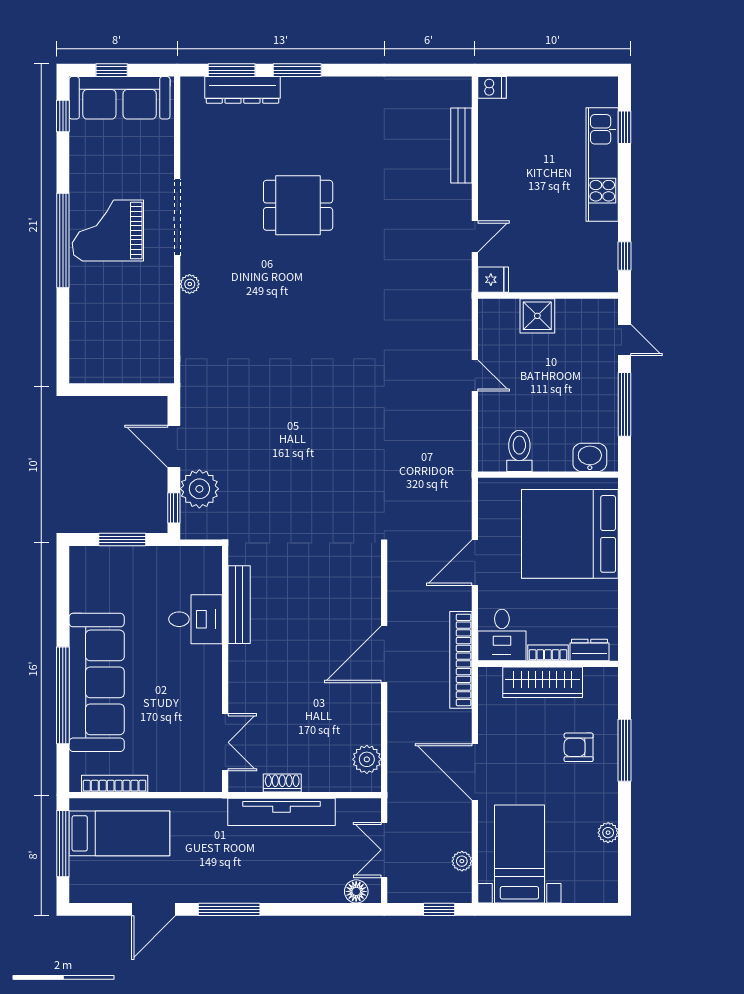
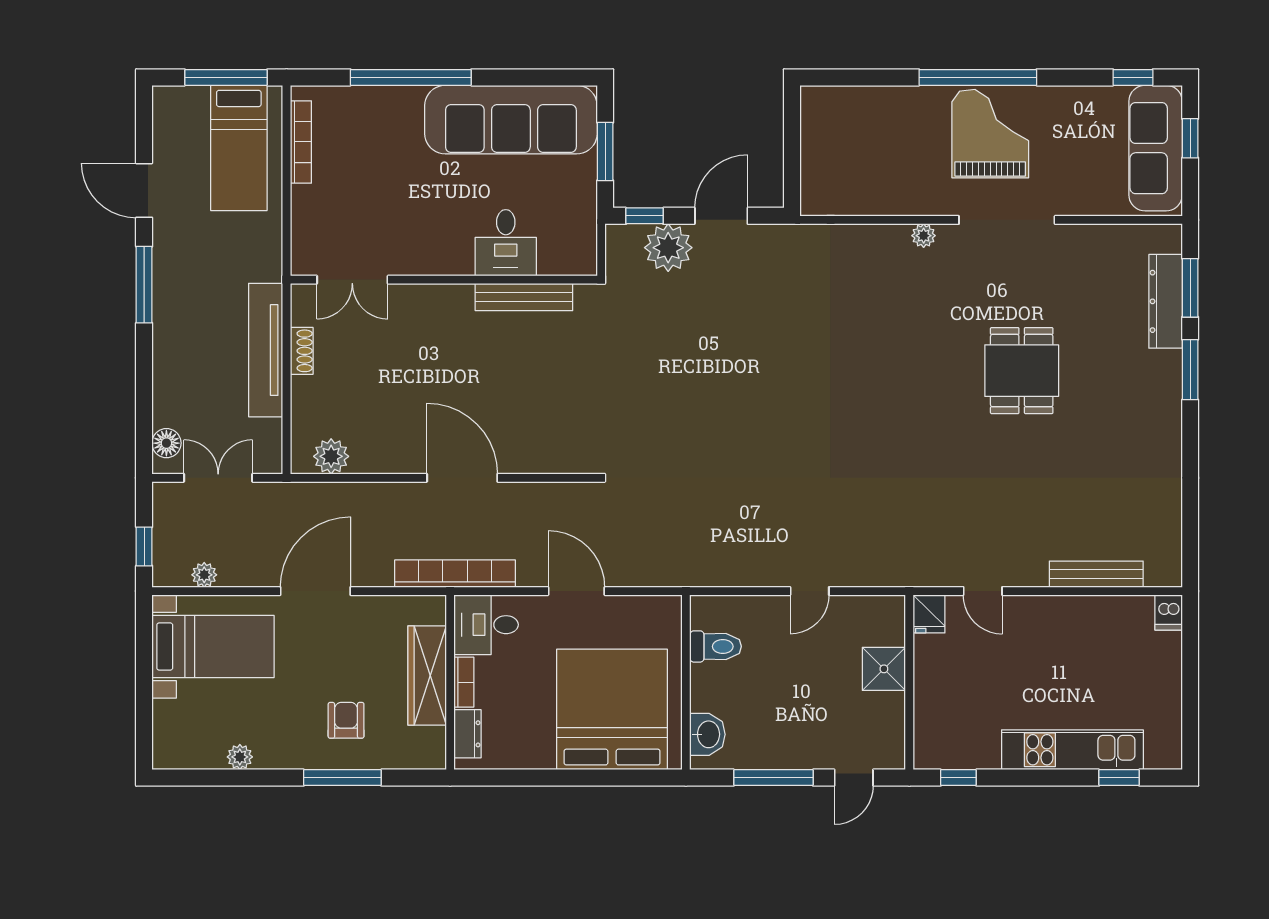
sofa: (97, 682) -> (511, 120), moved

